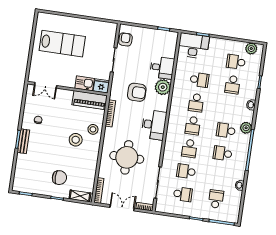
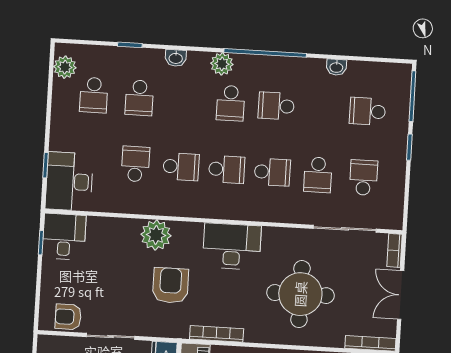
desk: (162, 68) -> (64, 237), moved
school desk: (233, 85) -> (139, 98), turned 90
school desk: (223, 153) -> (276, 106), turned 90

